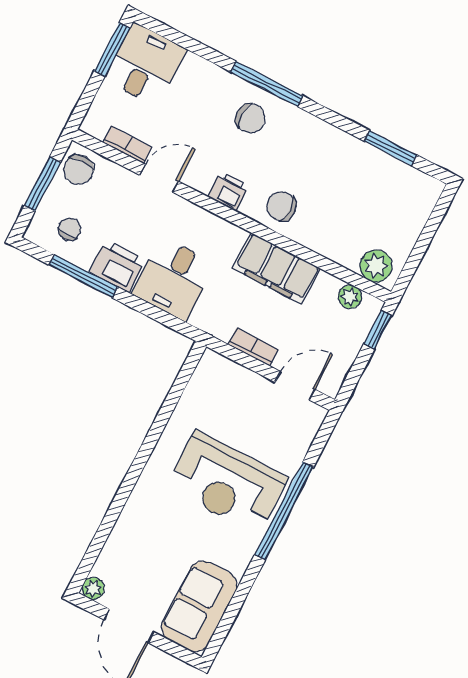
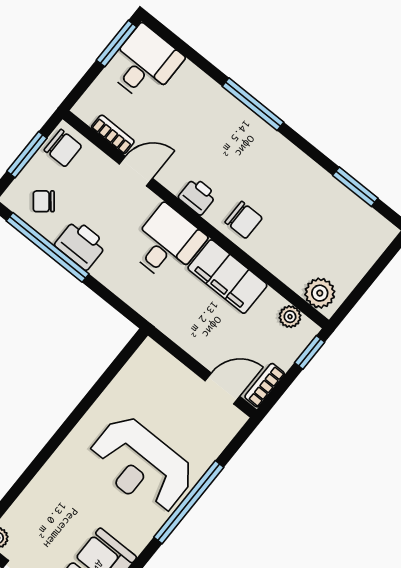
chair: (251, 118) -> (232, 133), removed
chair: (78, 170) -> (63, 148), turned -90
chair: (281, 206) -> (244, 220), turned 180
chair: (70, 229) -> (44, 201), turned -129
window: (83, 276) -> (48, 247), width x1.46
desk: (173, 279) -> (167, 243), moved, turned 180
bookcase: (253, 347) -> (265, 385), moved, turned -90

